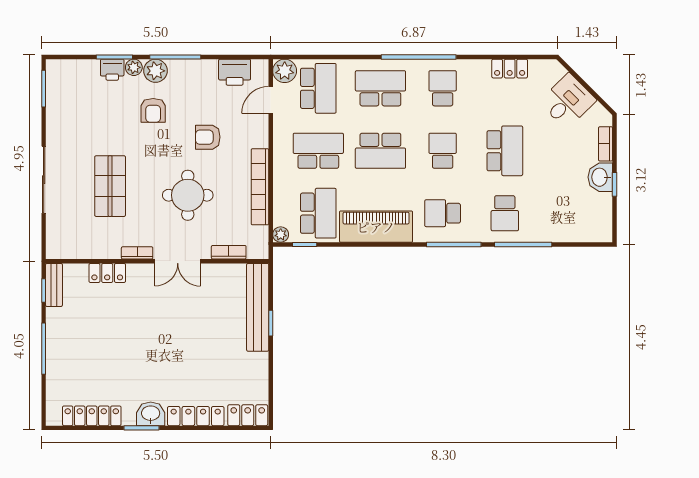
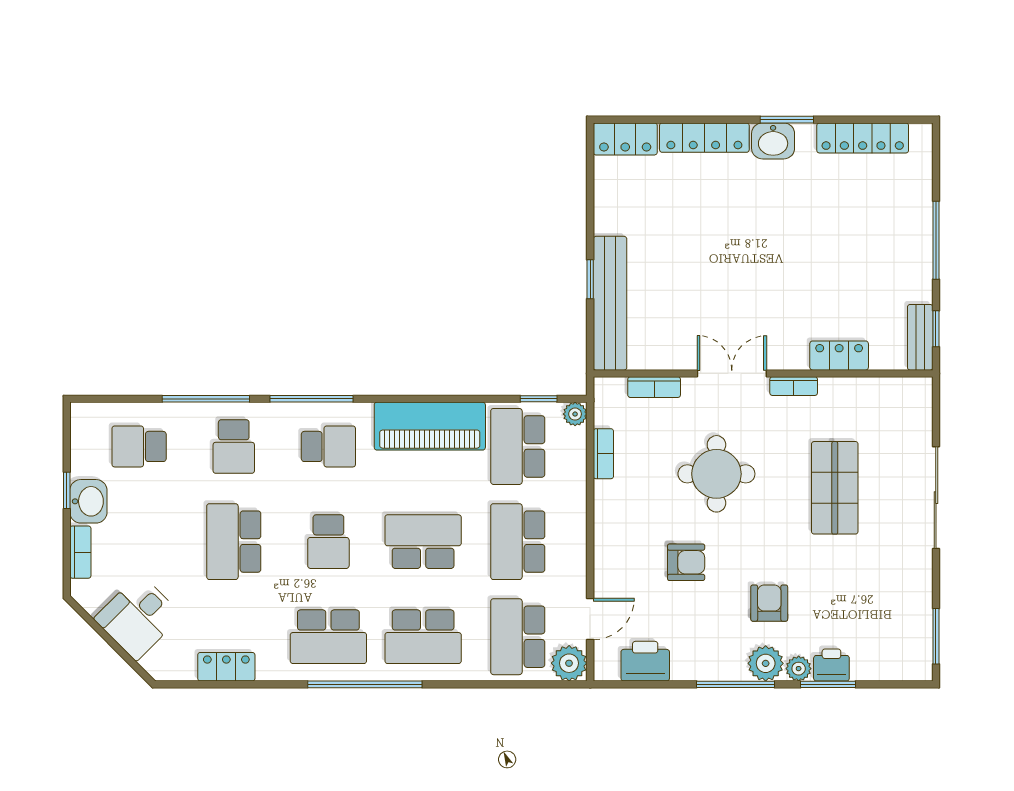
school desk: (443, 88) -> (328, 637), width x1.85
school desk: (318, 151) -> (518, 542), turned 90
bookcase: (260, 187) -> (603, 454), width x0.43, depth x0.76
school desk: (505, 213) -> (234, 446), turned 180
school desk: (567, 213) -> (139, 446), added

